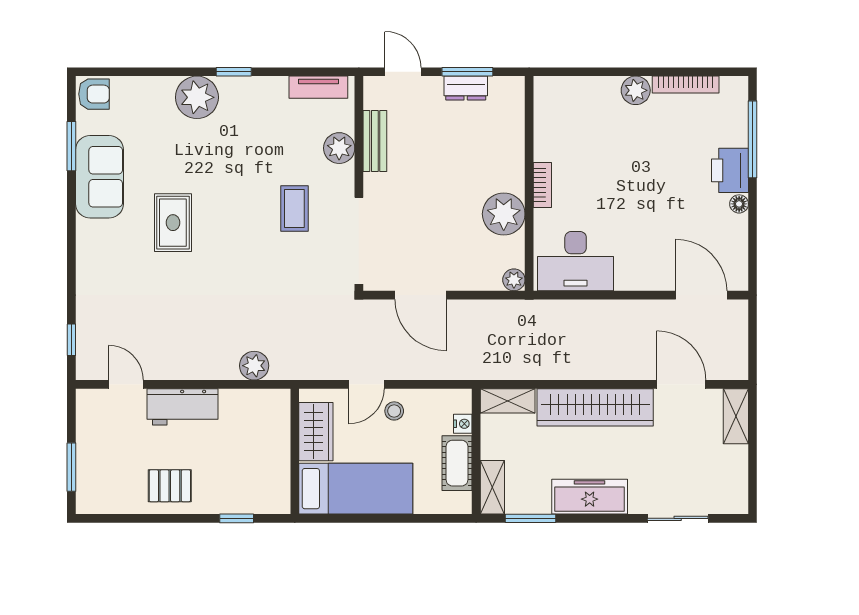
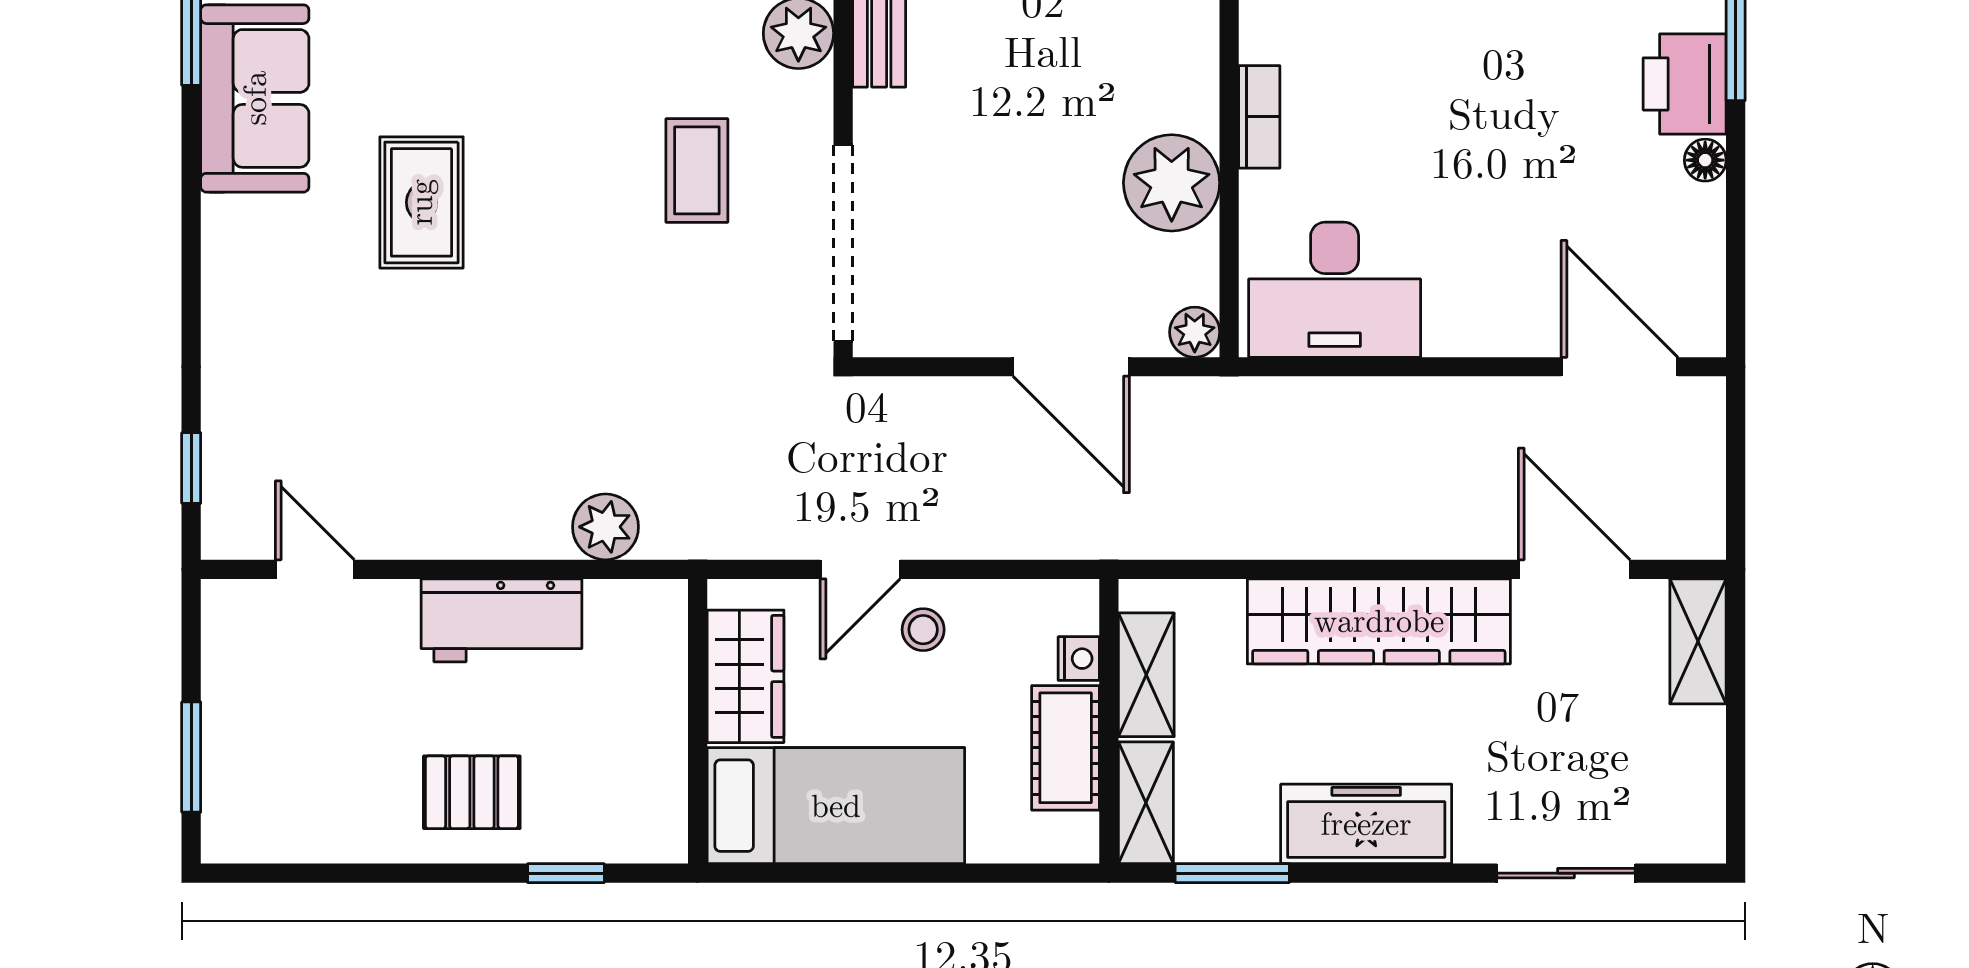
door: (420, 295) -> (1071, 367), moved
shelving: (508, 401) -> (1146, 675), moved, turned 90
workbench: (182, 407) -> (501, 620), moved
pallet: (170, 486) -> (472, 792), moved

